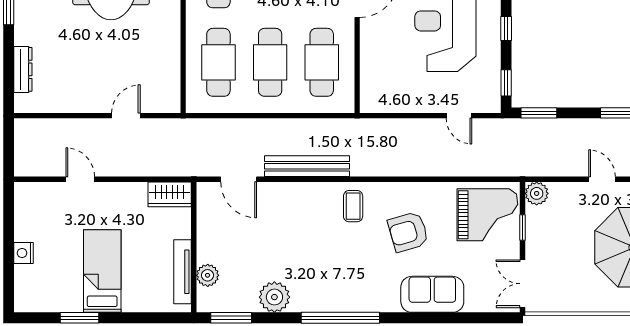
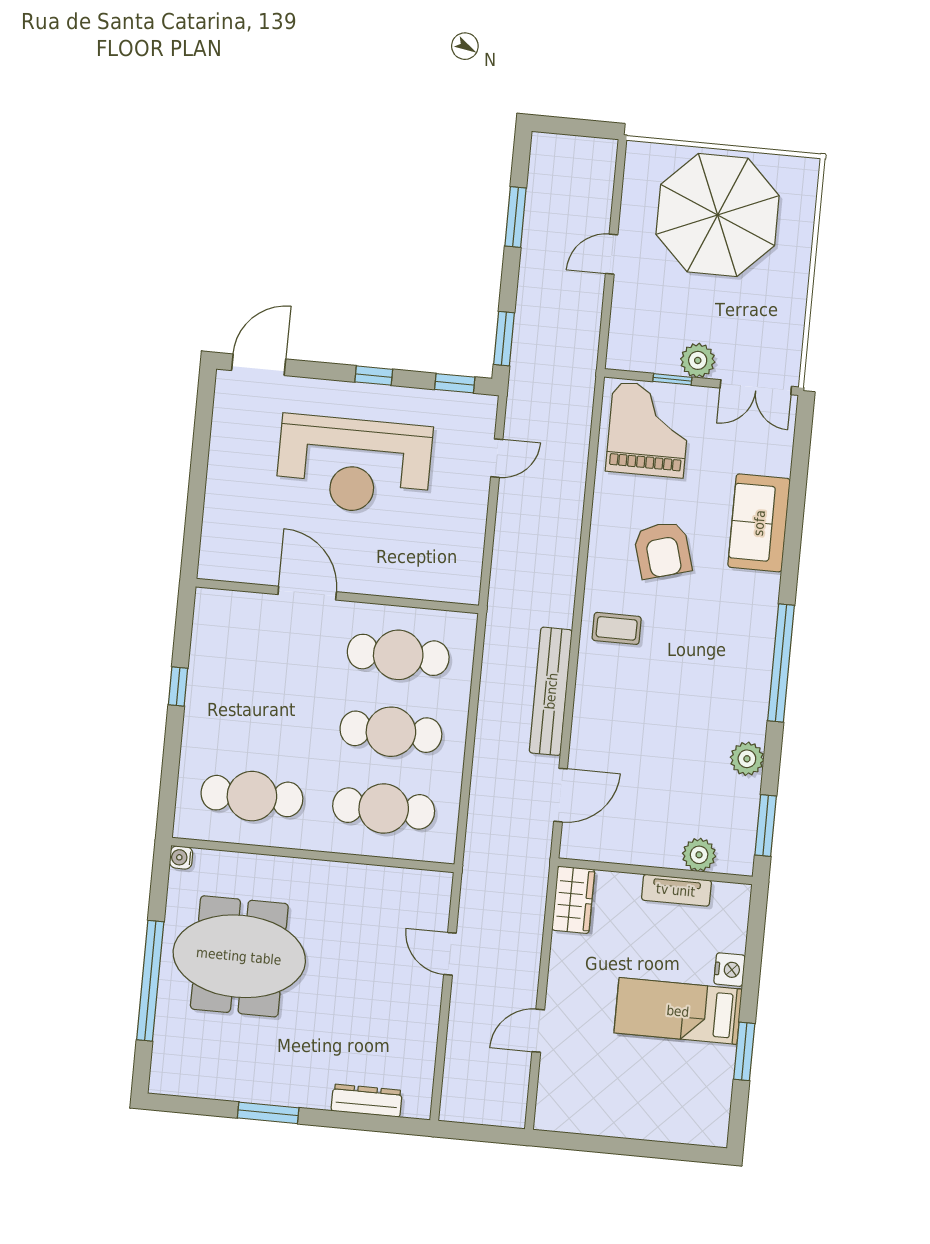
plant: (537, 193) -> (698, 360), moved
nightstand: (24, 253) -> (730, 970), moved, turned -90
tv unit: (182, 272) -> (676, 890), width x0.71
plant: (274, 297) -> (747, 759), width x0.73, depth x0.73

